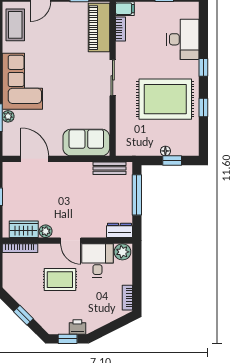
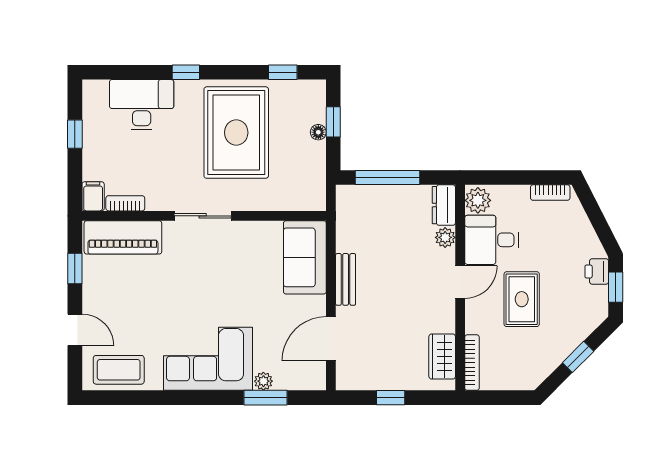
window: (203, 108) -> (283, 72), moved
bench: (110, 168) -> (346, 279), moved
plant: (46, 231) -> (445, 237), moved

